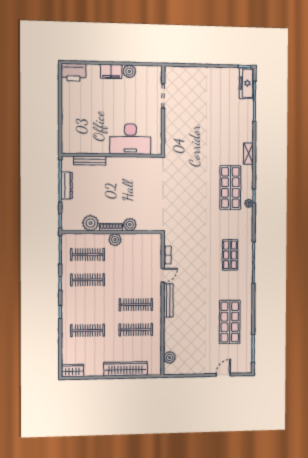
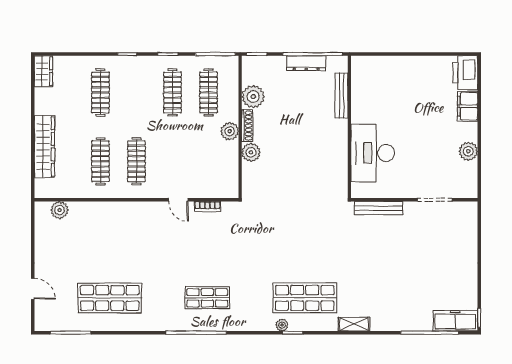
filing cabinet: (111, 72) -> (468, 106), moved
bench: (168, 300) -> (379, 208), moved

